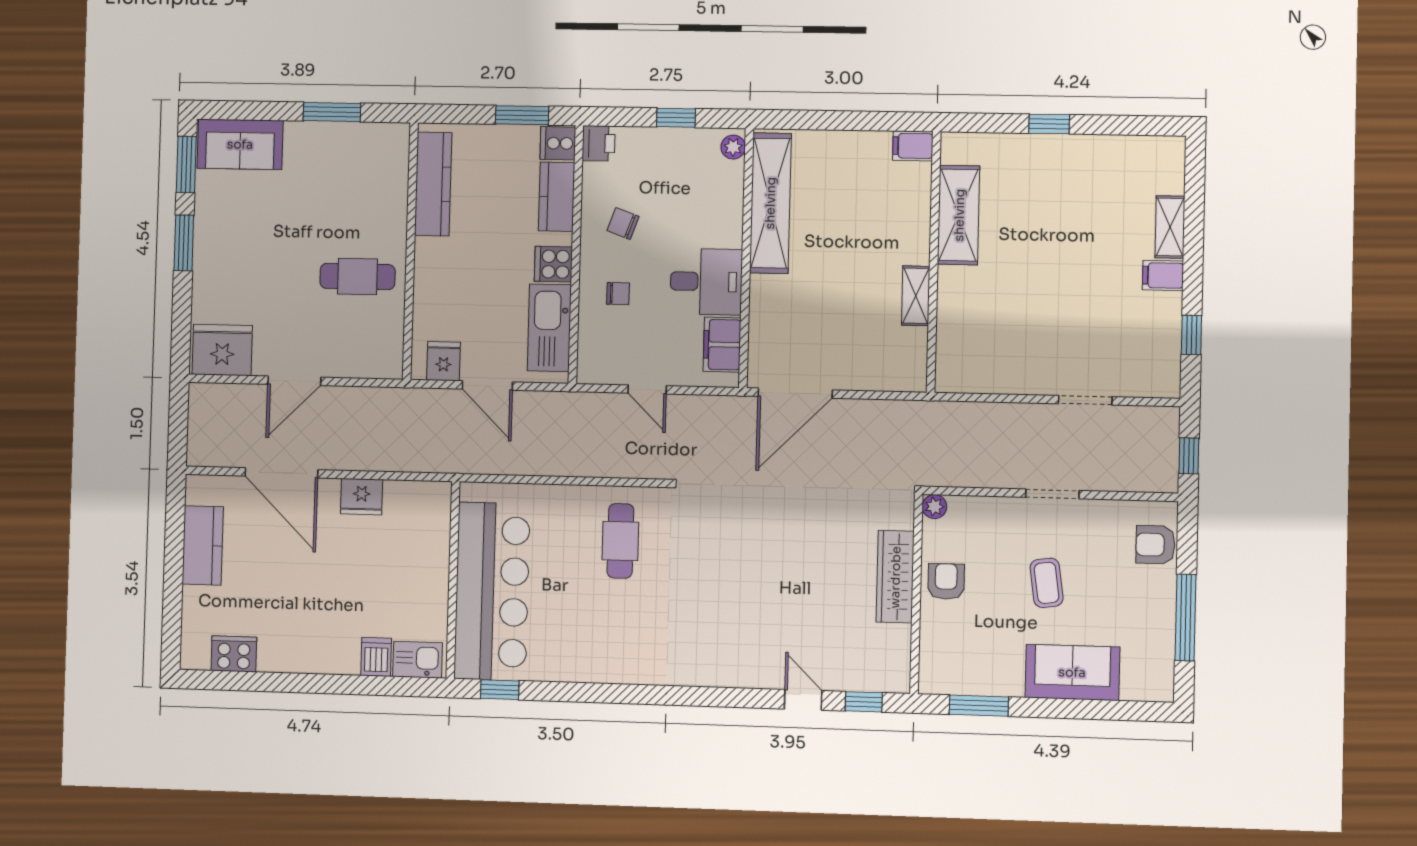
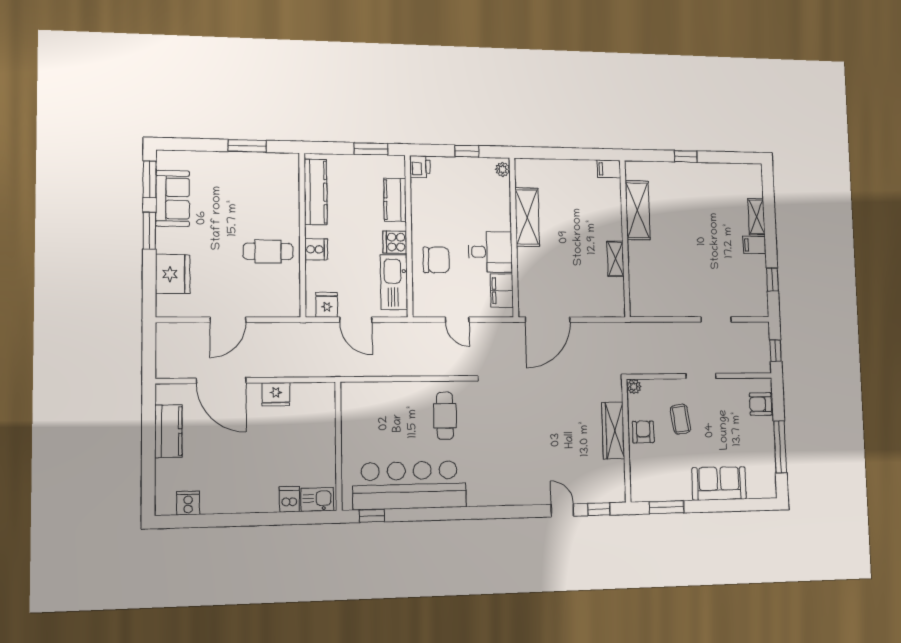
cooker: (558, 143) -> (316, 249), moved, turned 180
sofa: (240, 144) -> (173, 198), moved, turned -90
shelving: (770, 203) -> (527, 217), width x0.68
chair: (623, 223) -> (437, 216), removed
chair: (618, 294) -> (436, 260), width x1.87, depth x1.87
fridge: (222, 350) -> (173, 274), moved, turned 90
coffee table: (1047, 583) -> (680, 419), moved
bar counter: (492, 591) -> (410, 485), moved, turned -90
cooker: (234, 654) -> (188, 503), width x0.73

